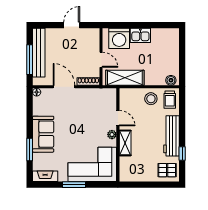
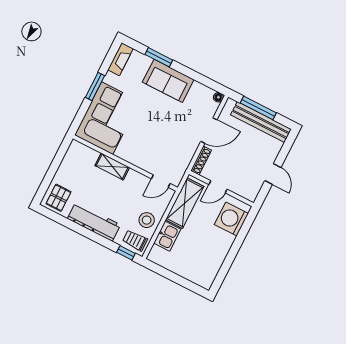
kitchen sink: (140, 35) -> (167, 236), moved, turned 180
boiler: (171, 80) -> (156, 253), removed
door: (118, 118) -> (161, 181), moved
plant: (112, 135) -> (129, 157), removed
window: (182, 153) -> (126, 253), moved

